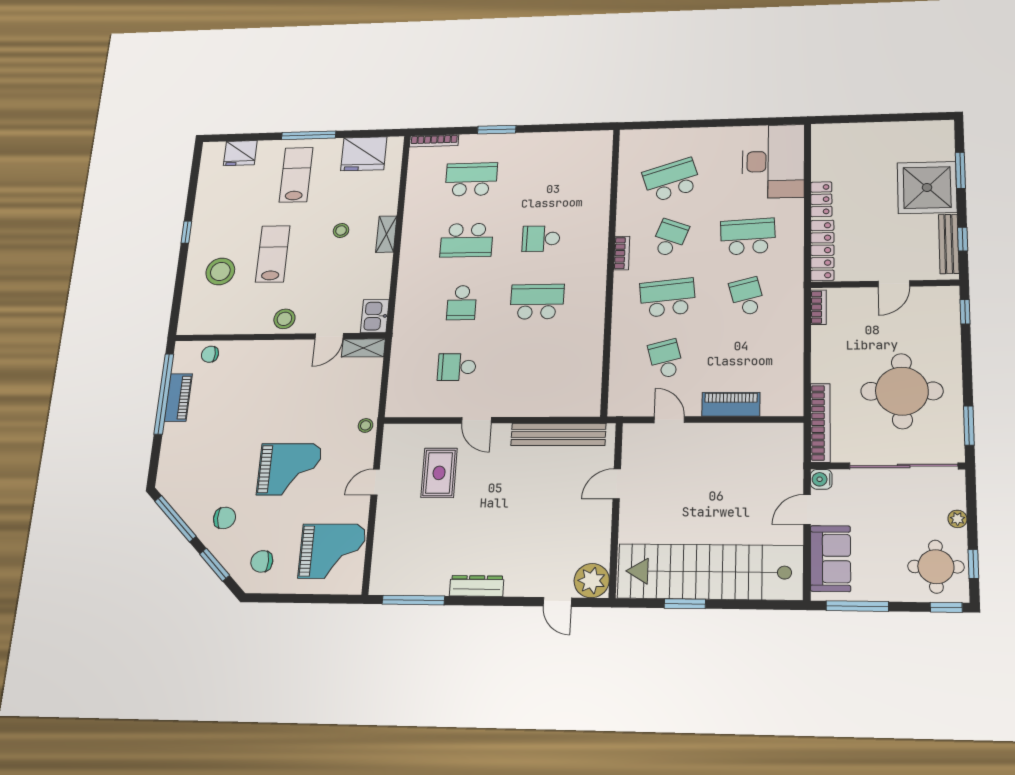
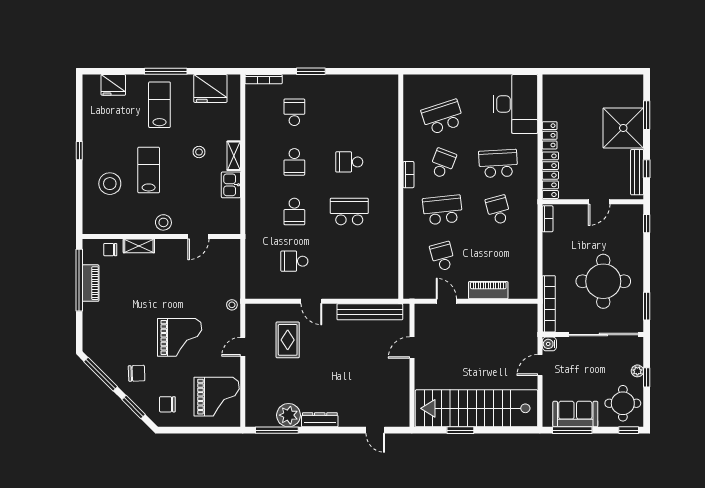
school desk: (471, 179) -> (294, 112), width x0.54
school desk: (467, 240) -> (294, 162), width x0.54
kitchen sink: (375, 316) -> (231, 185), moved
shelving: (363, 348) -> (139, 246), moved
sofa: (830, 558) -> (575, 414), moved, turned -90
window: (973, 564) -> (647, 377), moved
plant: (592, 581) -> (289, 415), moved

